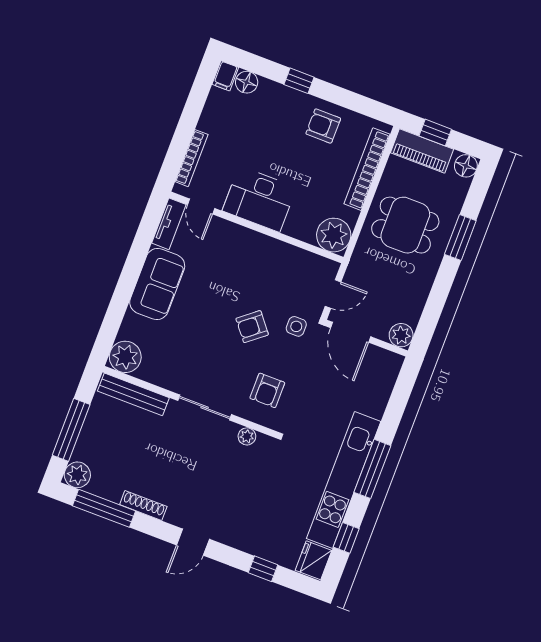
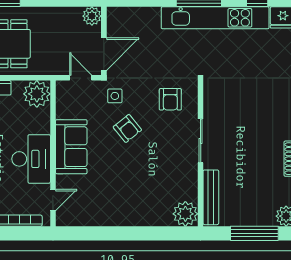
tv unit: (169, 224) -> (75, 219), removed
sofa: (157, 284) -> (71, 147), moved, turned 90
armchair: (267, 390) -> (170, 99), turned 90
plant: (247, 436) -> (210, 102), removed

